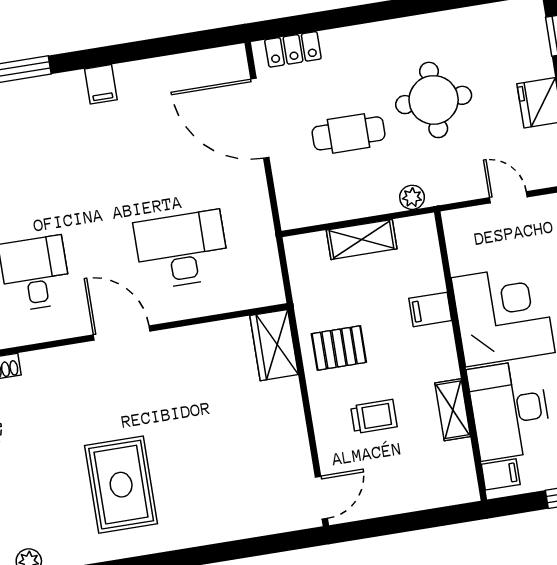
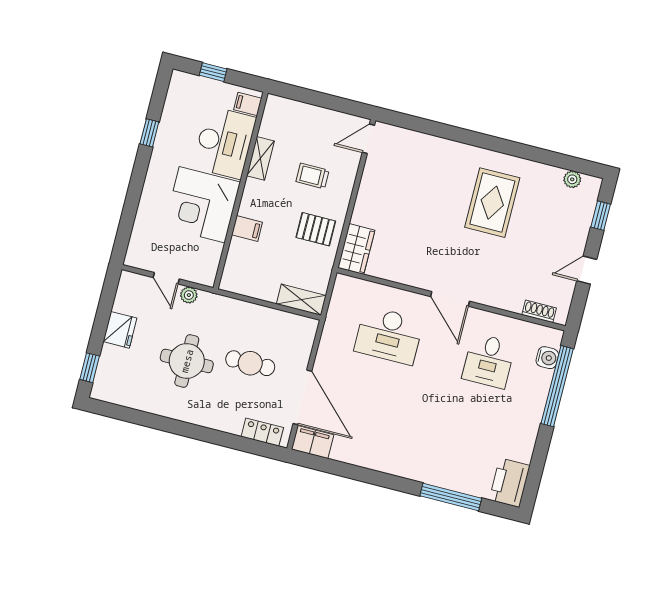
filing cabinet: (101, 84) -> (313, 442), moved, width x2.00
plant: (412, 197) -> (189, 295), moved
shelving: (362, 239) -> (301, 300), moved

